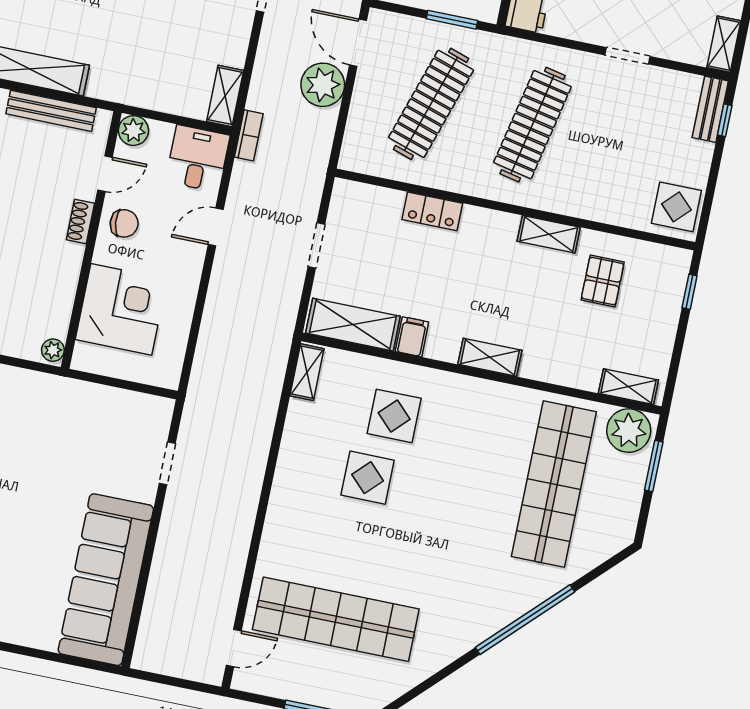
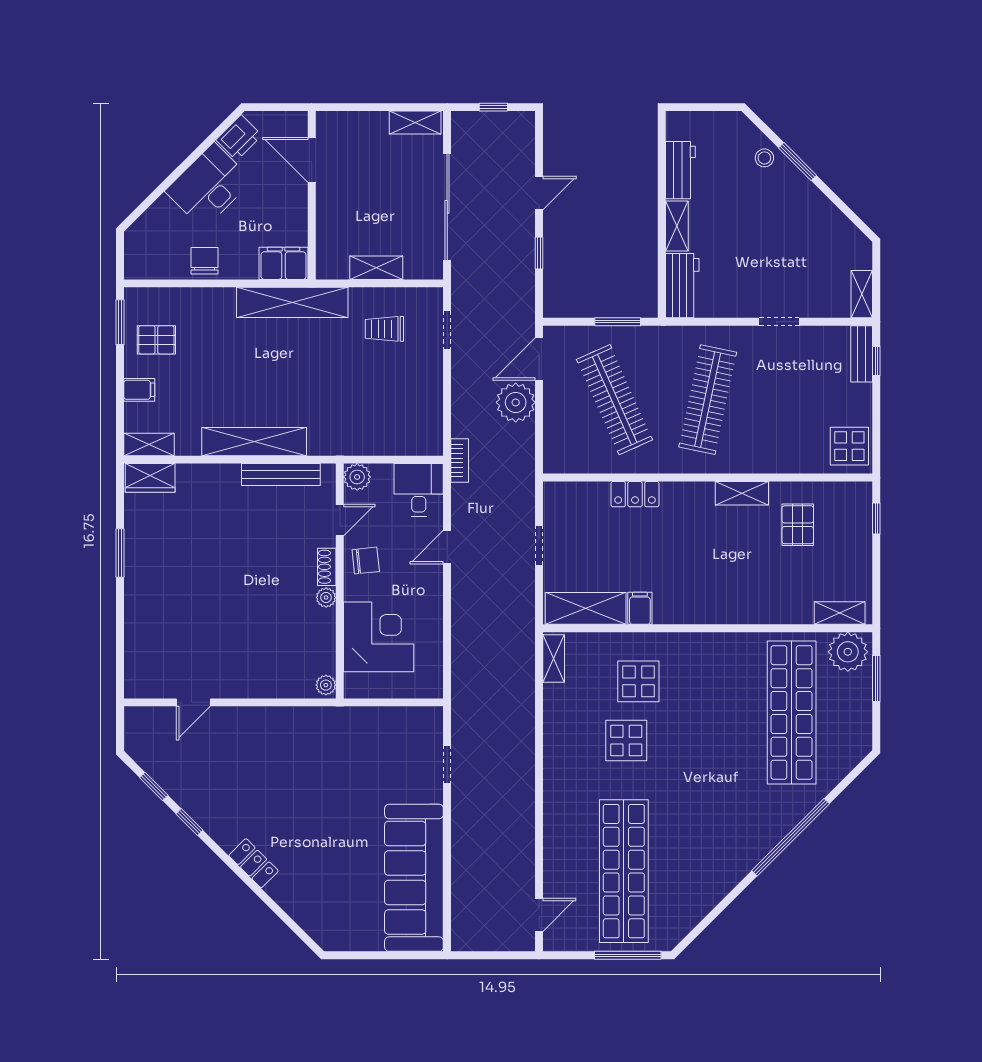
door: (358, 43) -> (539, 359), hinge flipped
shelving: (225, 96) -> (432, 430), removed
clothes rail: (431, 104) -> (615, 400), turned -42
plant: (73, 255) -> (326, 597), added
shelving: (490, 357) -> (712, 612), removed
shop shelf: (336, 619) -> (624, 871), turned 90

